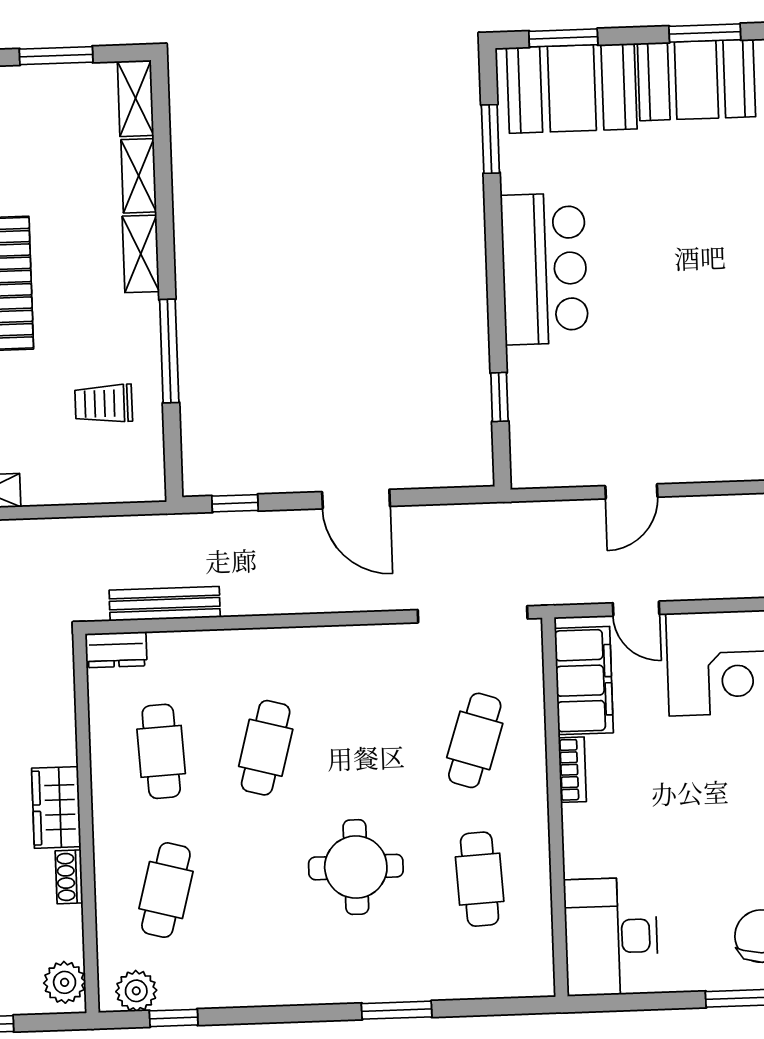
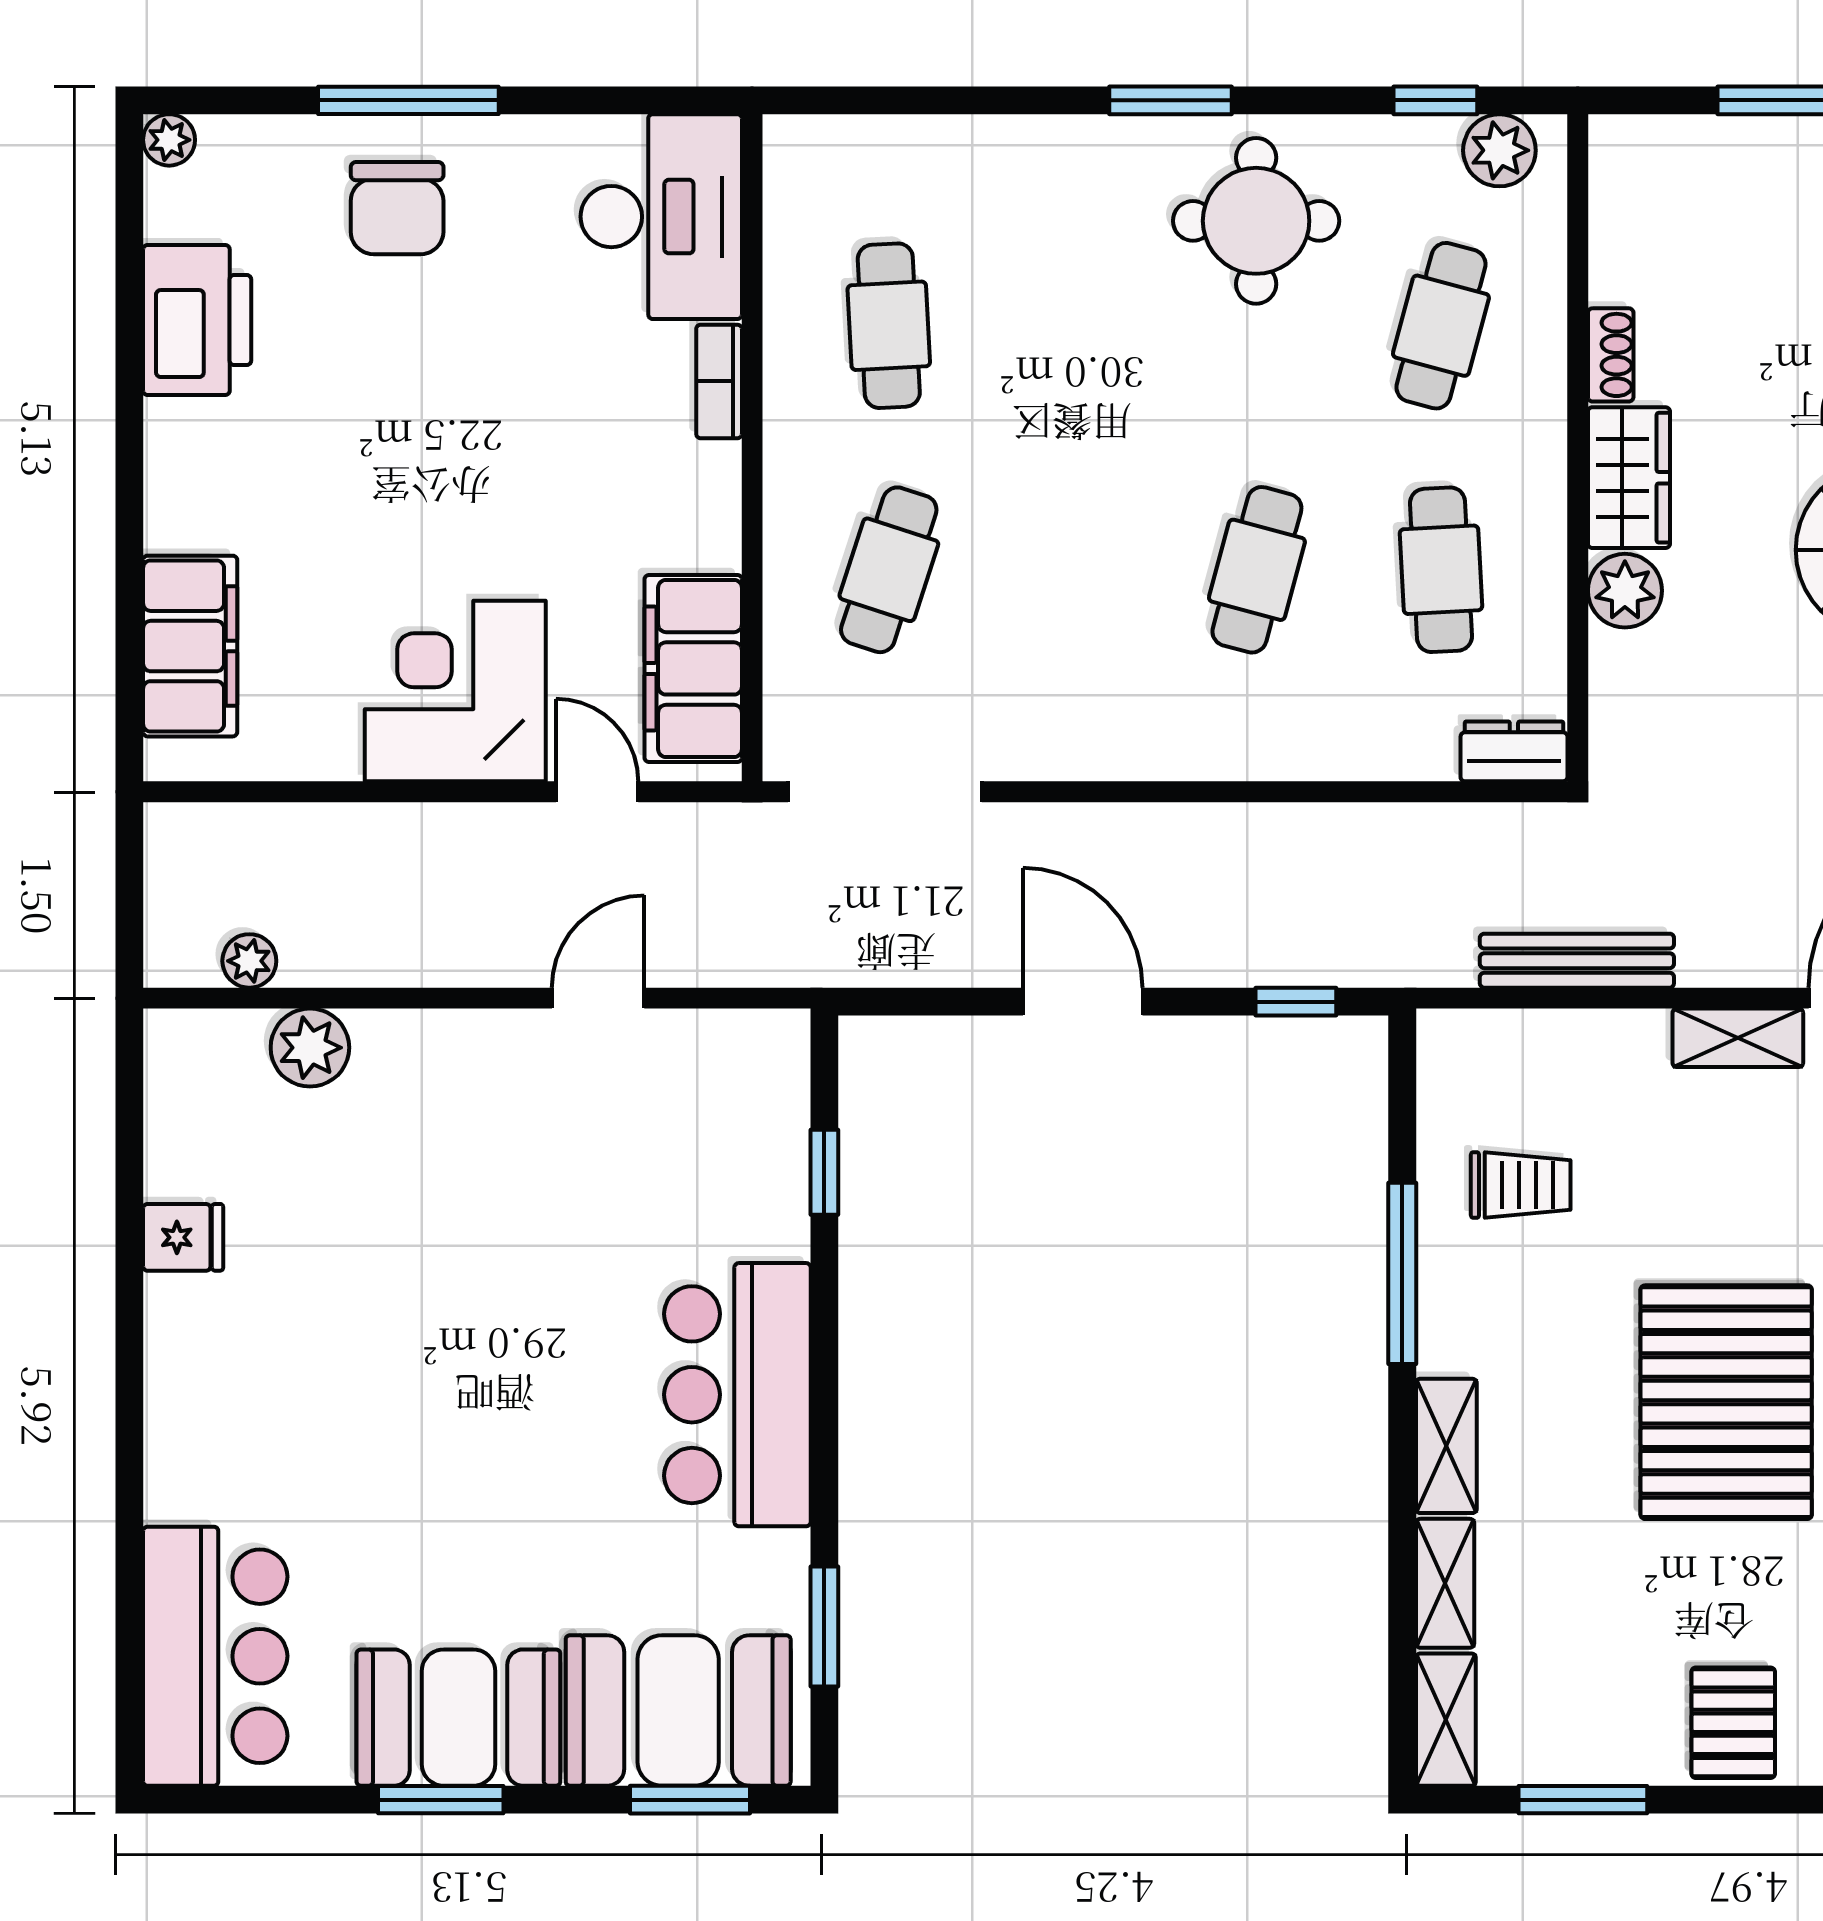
bench: (165, 604) -> (1577, 961), moved
bookcase: (572, 770) -> (719, 381), moved
round table: (356, 867) -> (1256, 221), moved
plant: (65, 982) -> (1625, 591), moved
window: (397, 1010) -> (1170, 100), moved

